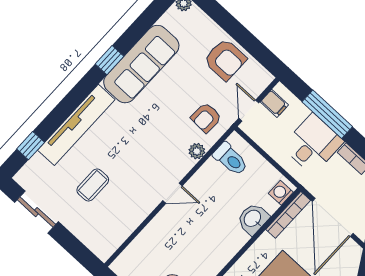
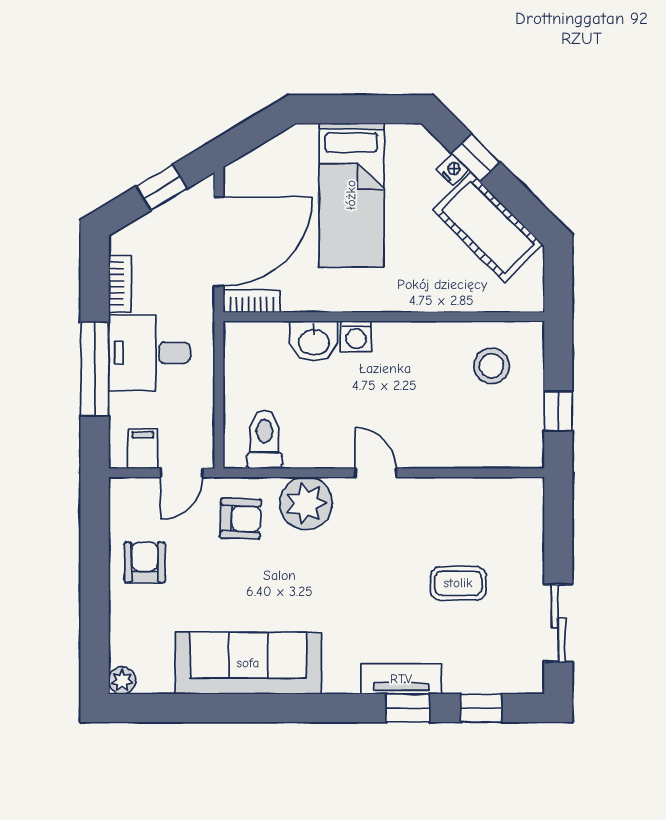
window: (109, 60) -> (408, 708), moved
armchair: (225, 60) -> (145, 562), width x0.72, depth x0.72
tv unit: (76, 125) -> (401, 679), width x0.52, depth x0.78
plant: (197, 151) -> (306, 503), width x1.87, depth x1.87
washing machine: (281, 193) -> (356, 336), moved
bookcase: (288, 215) -> (252, 301), width x0.64

